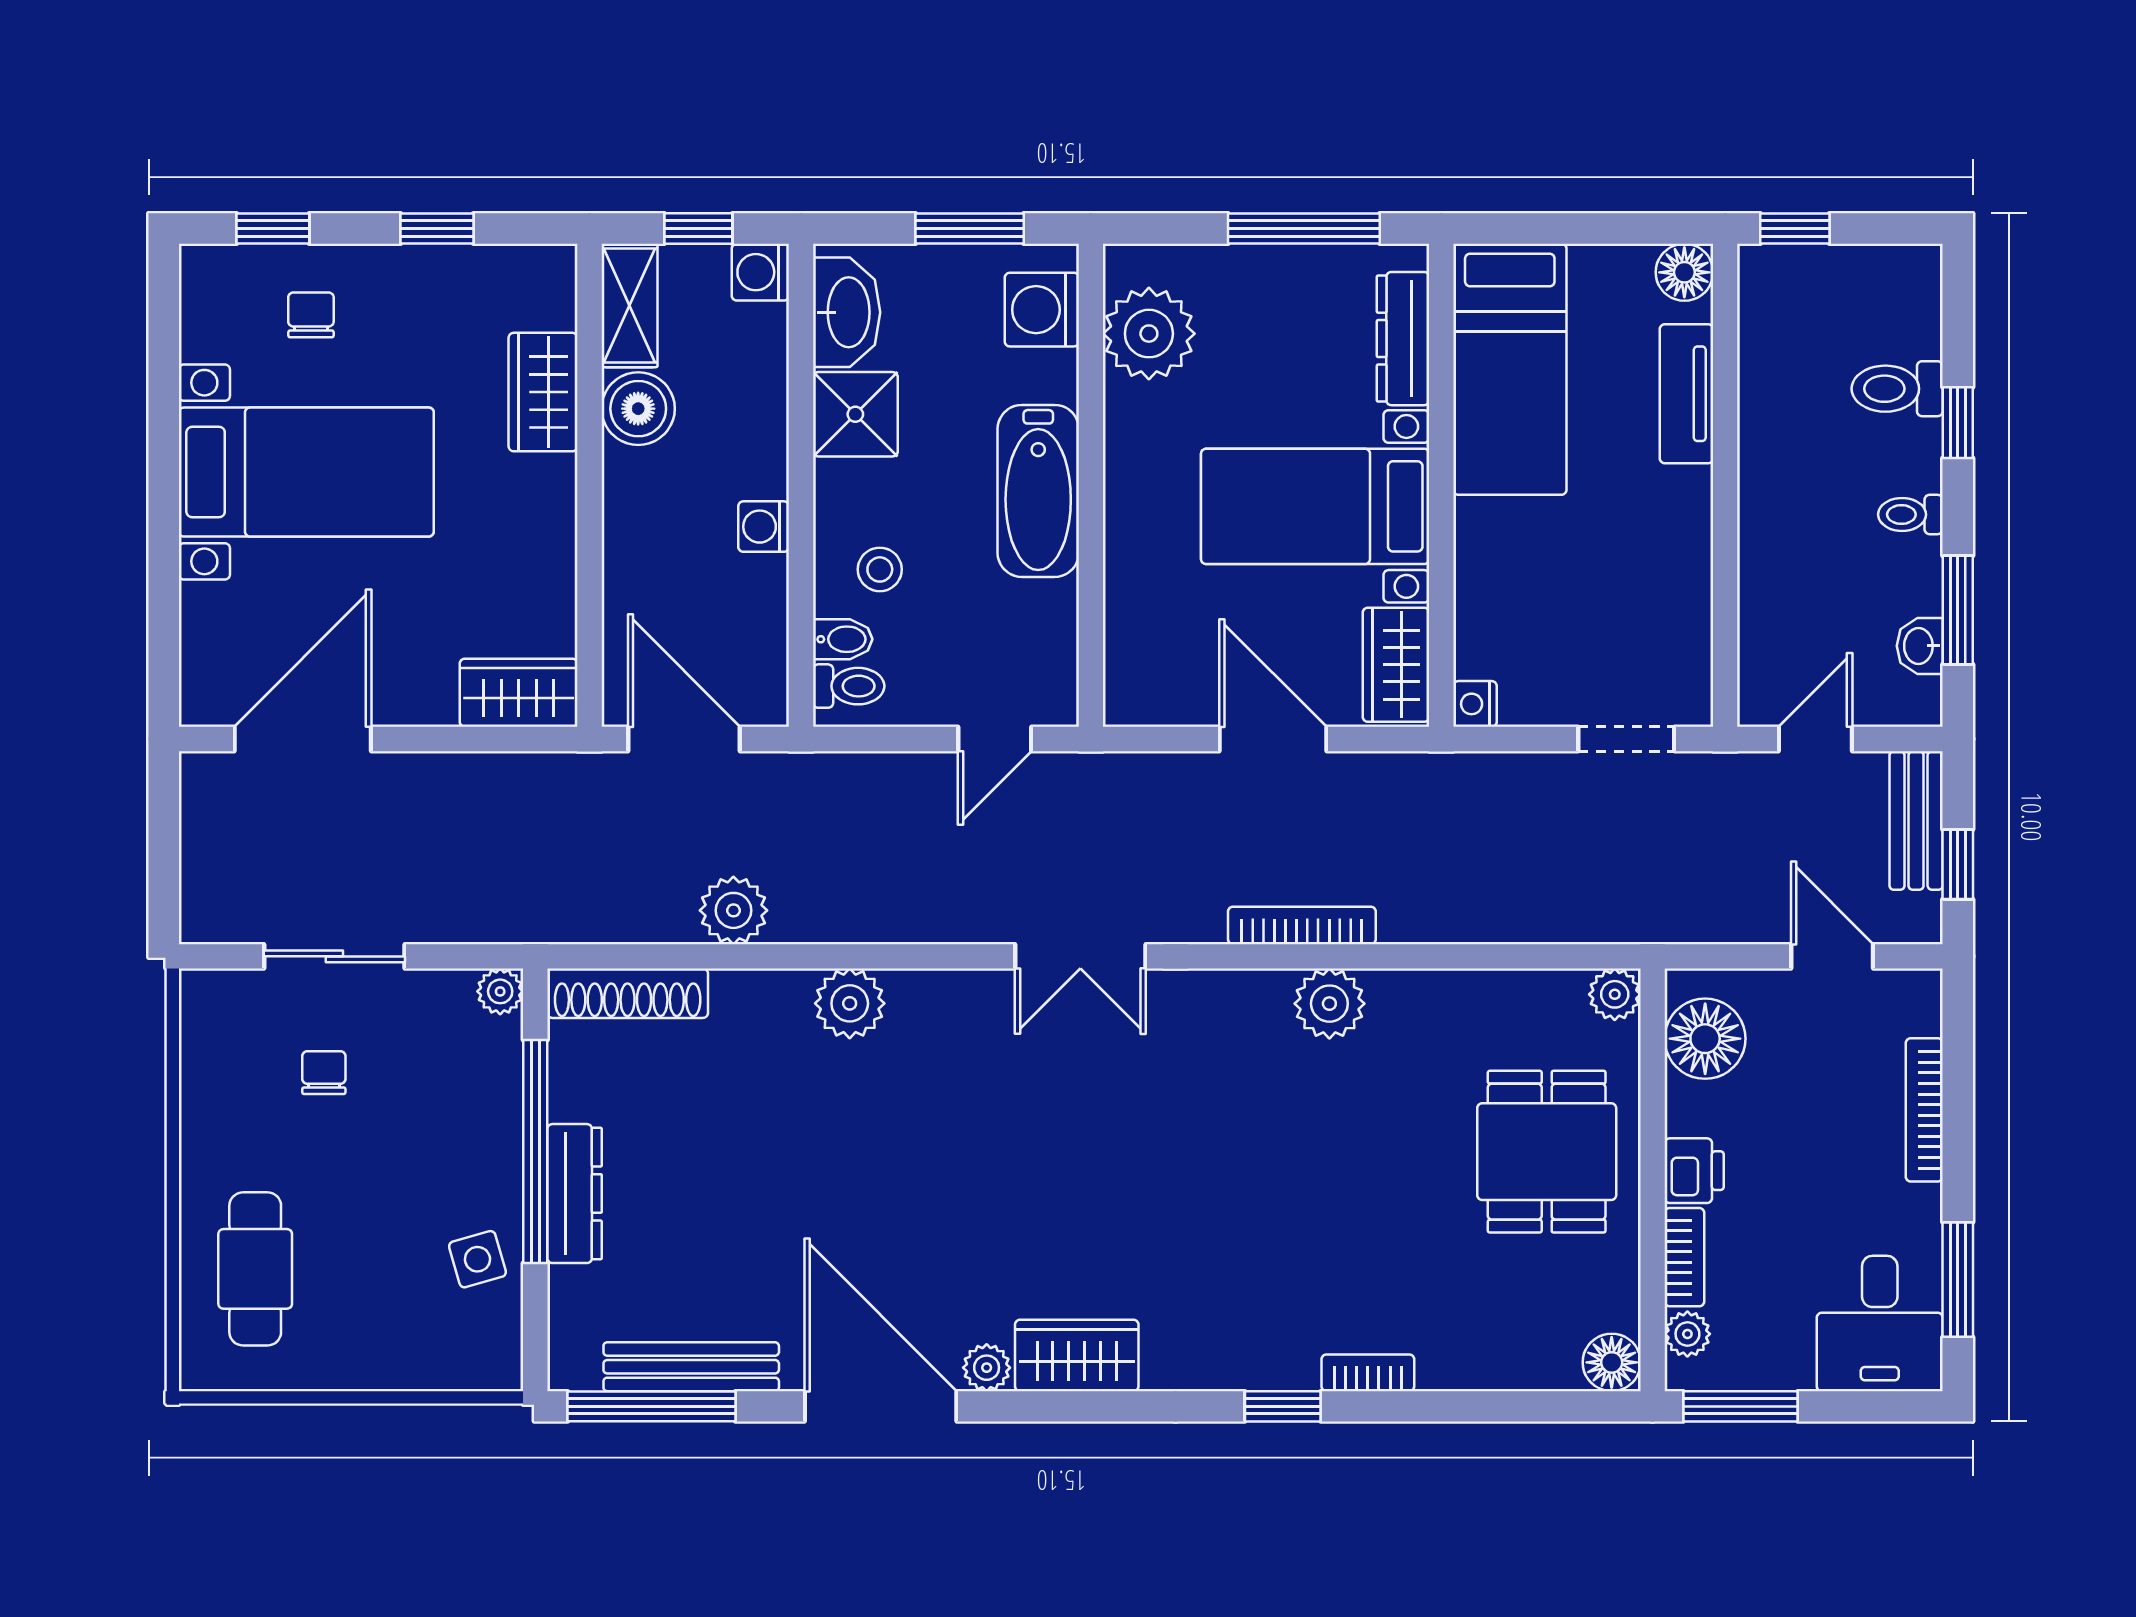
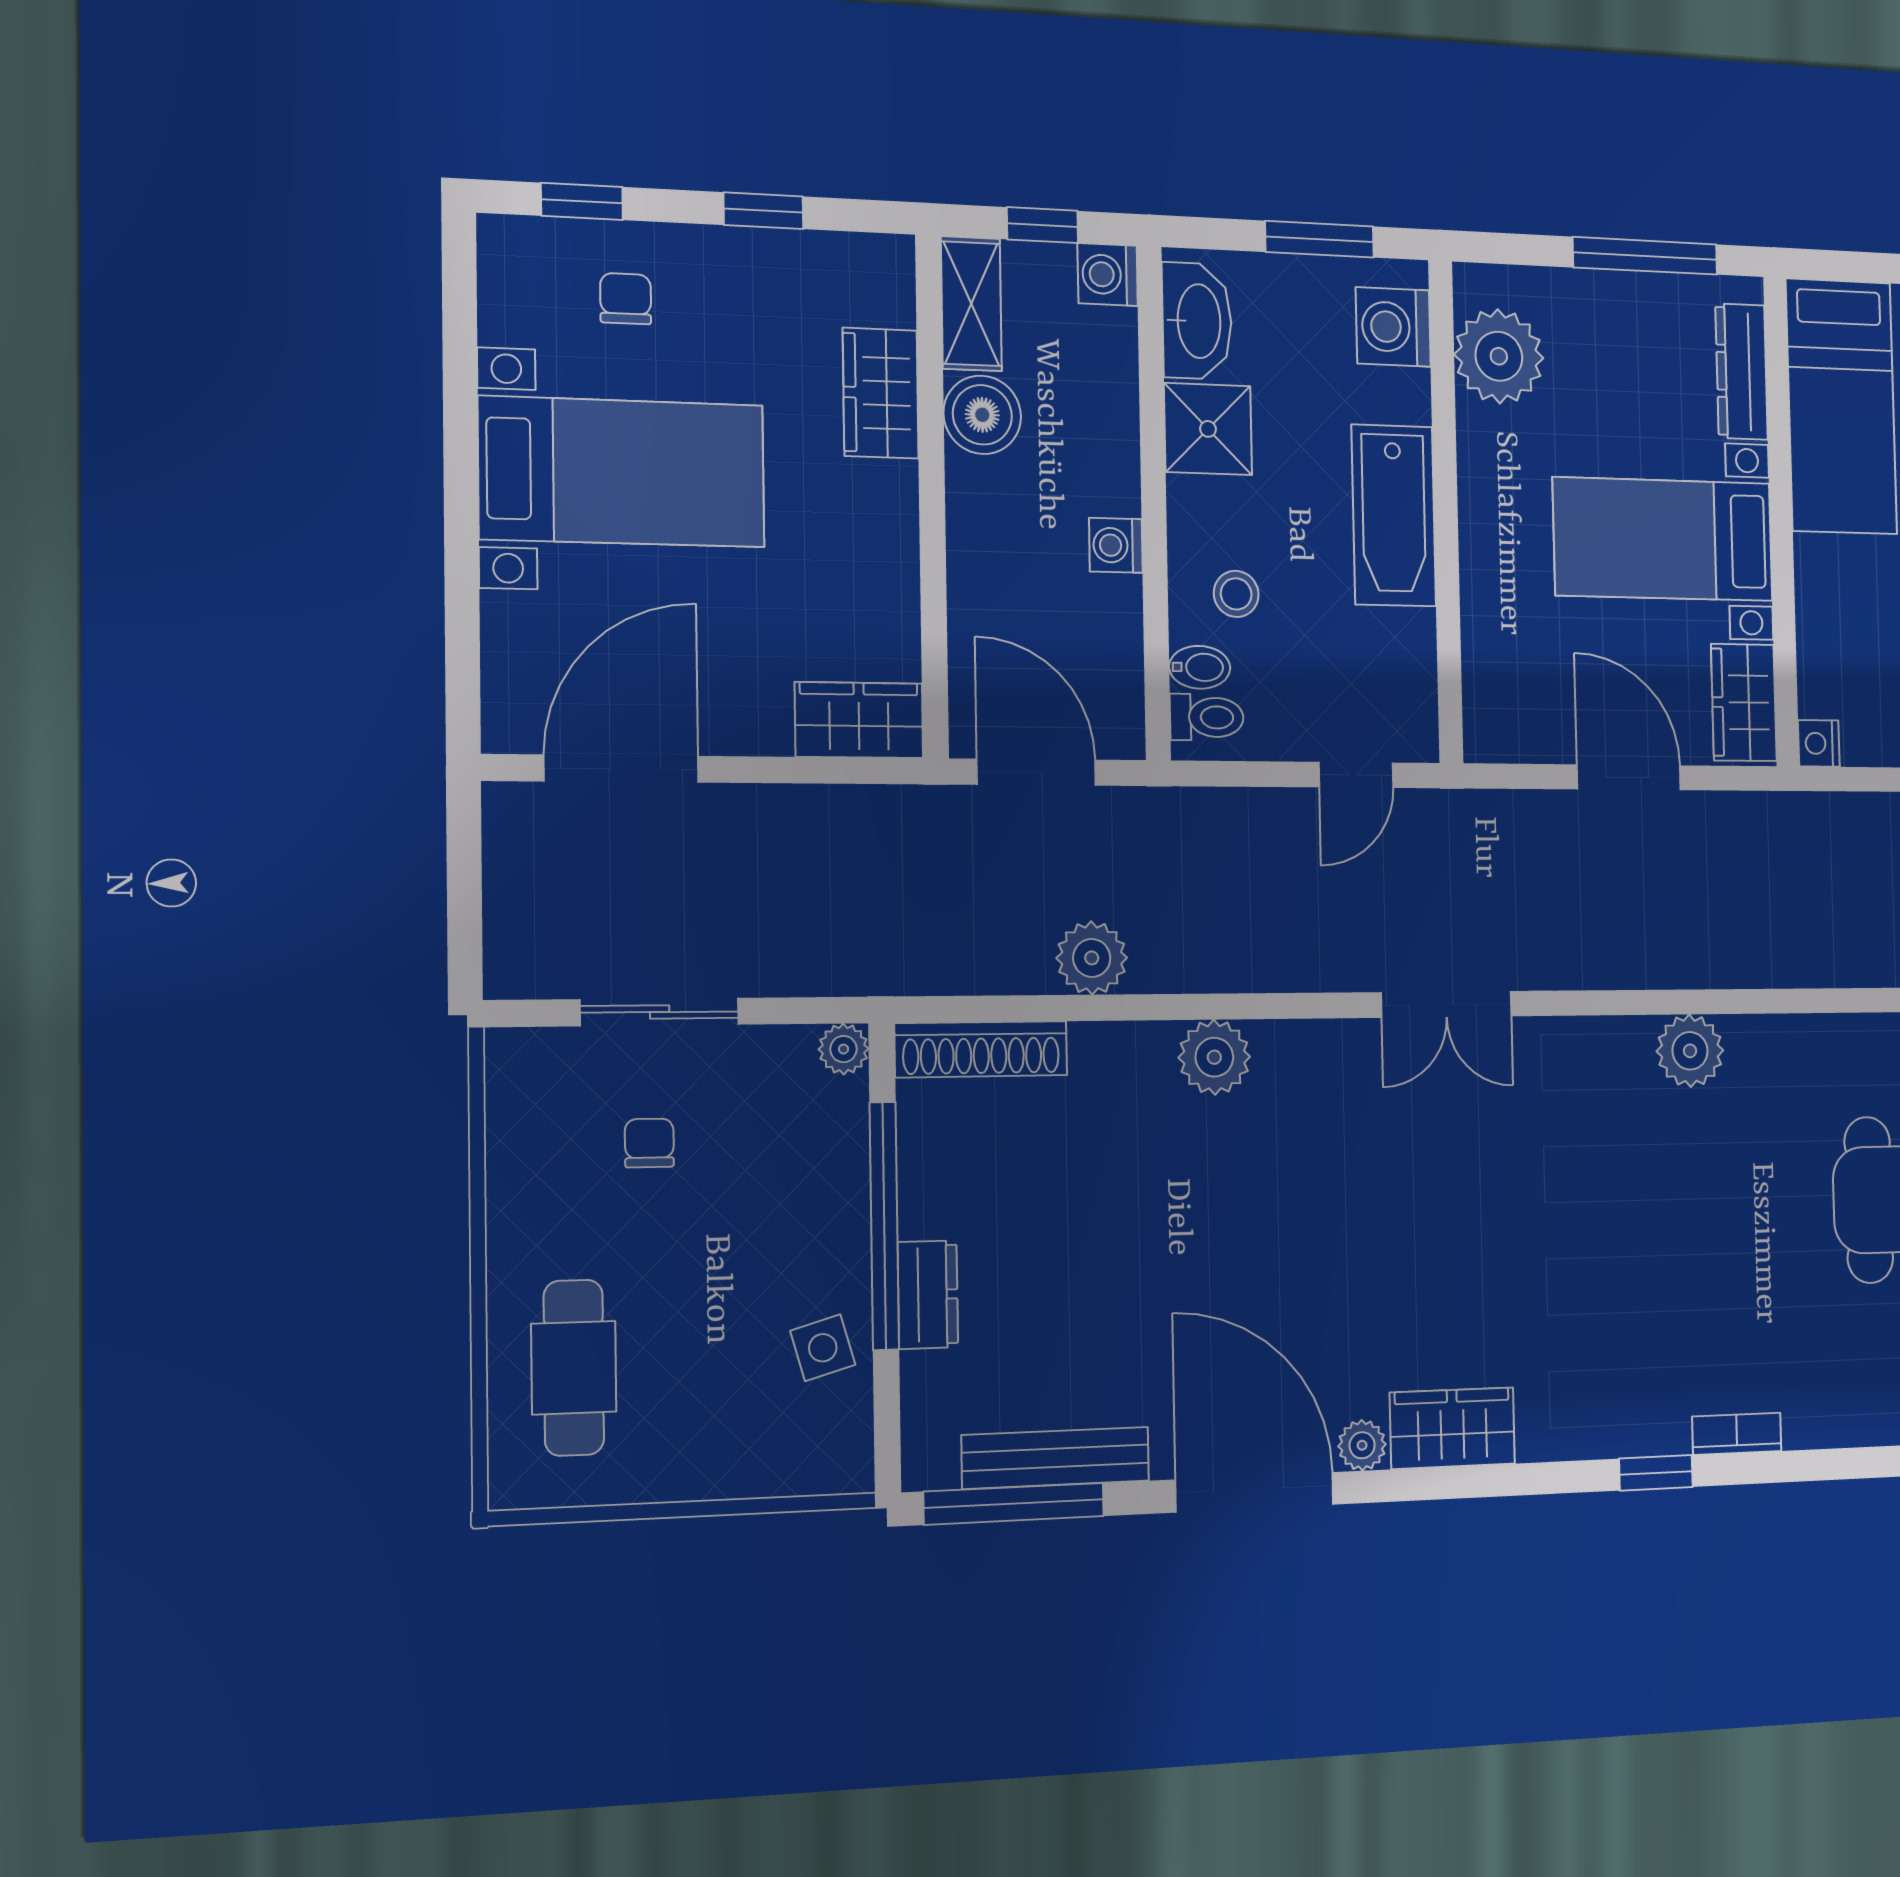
bookcase: (1302, 925) -> (1662, 970), removed
dresser: (575, 1194) -> (928, 1295), width x0.70

